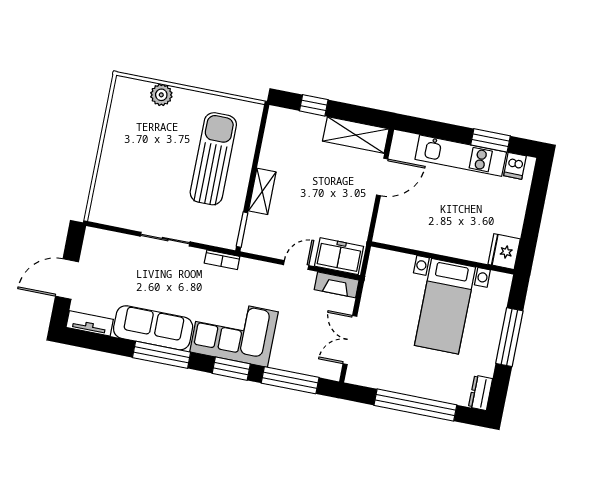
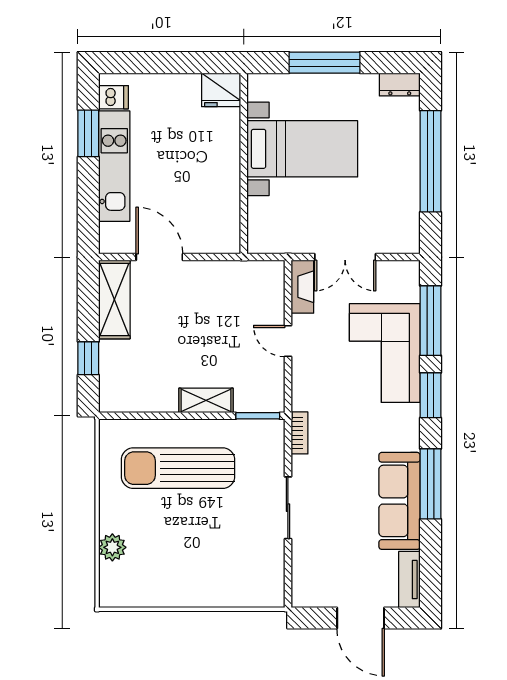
freezer: (339, 256) -> (267, 291), removed
corner sofa: (234, 332) -> (385, 353), moved
double door: (350, 340) -> (345, 257), moved

